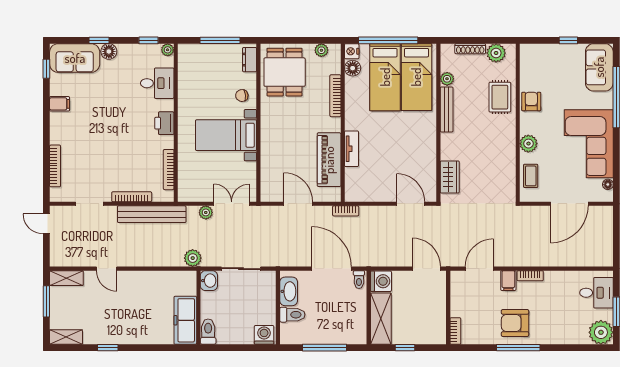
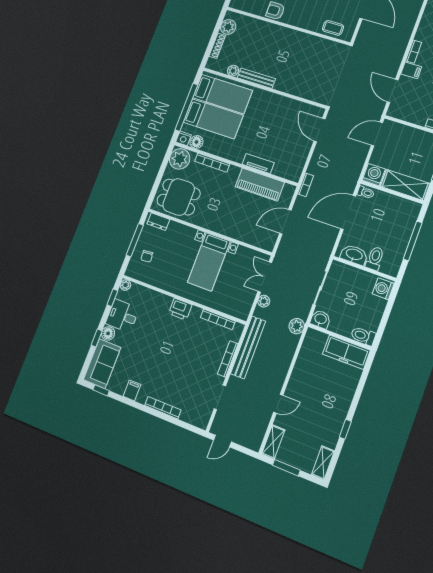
plant: (321, 50) -> (180, 159), width x1.87, depth x1.87
desk: (157, 83) -> (122, 316), moved, turned -90
chair: (242, 96) -> (147, 256), moved
rug: (500, 97) -> (263, 34), removed
plant: (528, 144) -> (307, 22), removed
bookcase: (55, 166) -> (163, 408), moved
wardrobe: (450, 177) -> (310, 92), removed
door: (411, 204) -> (320, 130), hinge flipped

